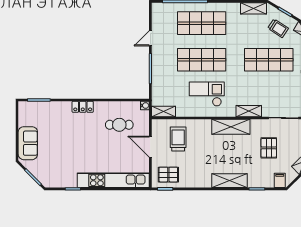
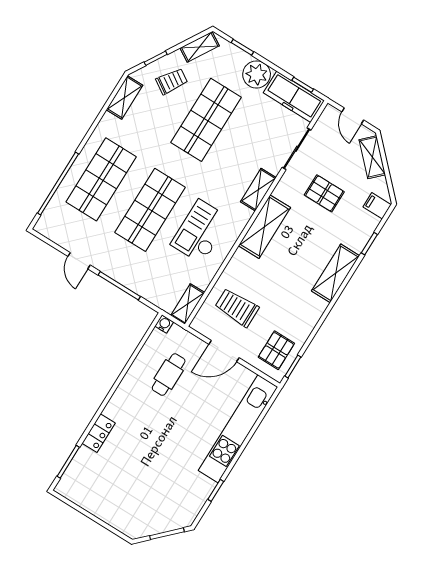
locker: (83, 107) -> (99, 433), moved
sofa: (28, 143) -> (117, 512), removed

